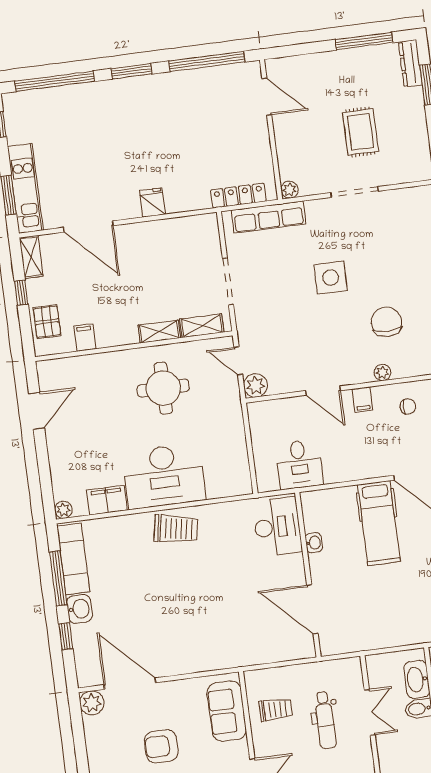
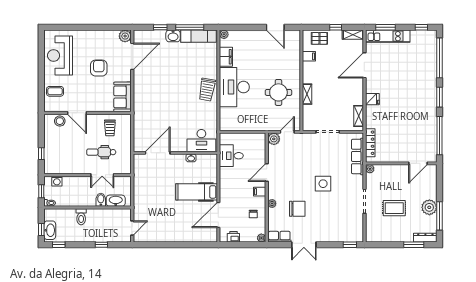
plant: (350, 64) -> (429, 207), added
shelving: (202, 326) -> (359, 116), moved
sofa: (227, 711) -> (123, 97), moved, turned -90

